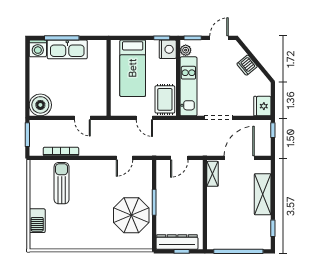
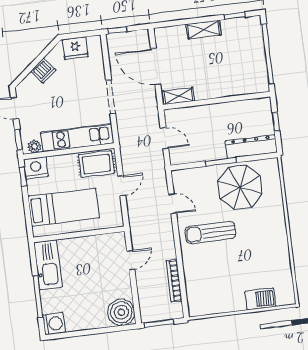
kitchen sink: (67, 49) -> (48, 265), moved
fridge: (262, 106) -> (75, 48), moved
sun lounger: (62, 183) -> (210, 233), moved
shelving: (263, 194) -> (204, 30), width x0.67, depth x0.75
dresser: (177, 242) -> (251, 147), moved, turned 90

